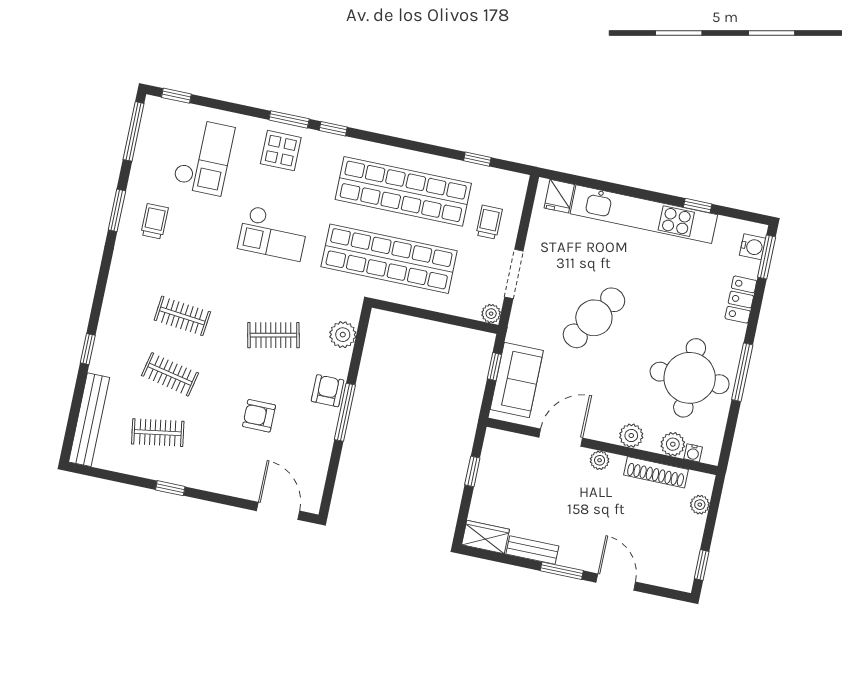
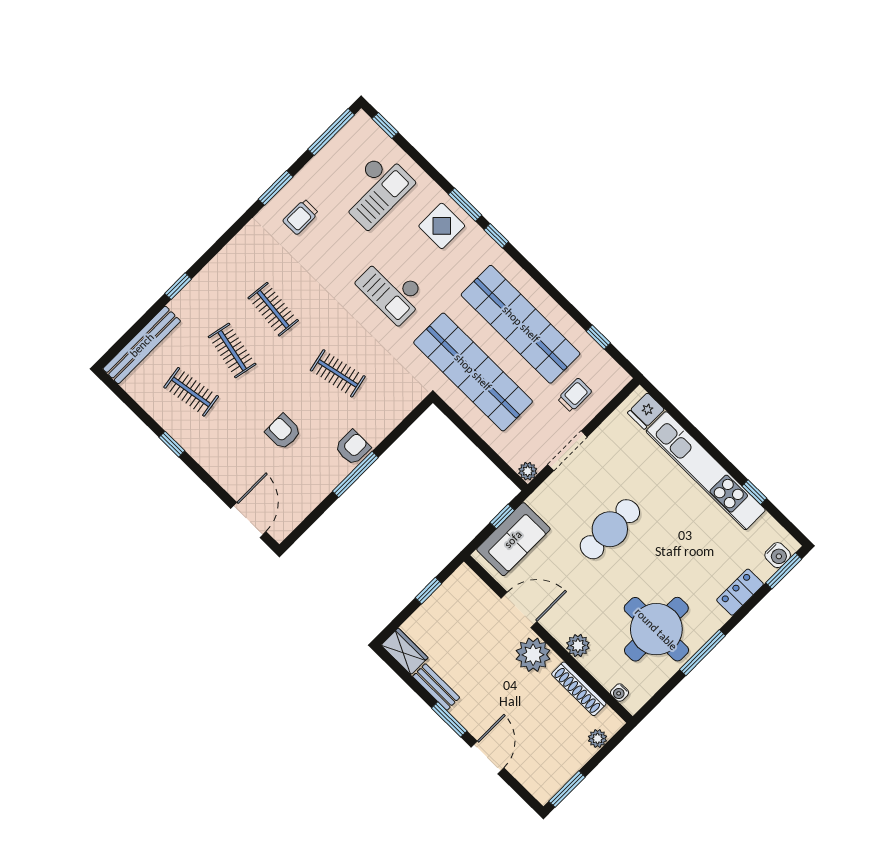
trolley: (155, 221) -> (301, 217), turned 180
cafe table: (594, 318) -> (610, 529), turned -34
plant: (343, 335) -> (395, 410), removed
plant: (673, 444) -> (607, 675), removed
plant: (600, 460) -> (533, 655), width x1.88, depth x1.88
window: (702, 565) -> (567, 789), width x1.50

